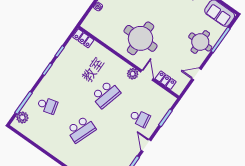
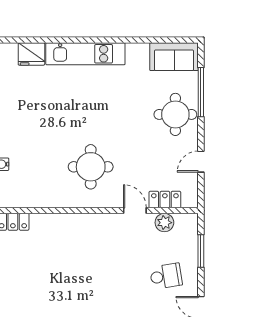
round table: (141, 38) -> (91, 167), width x0.73, depth x0.73
plant: (133, 74) -> (164, 223), moved
school desk: (106, 94) -> (97, 276), removed

